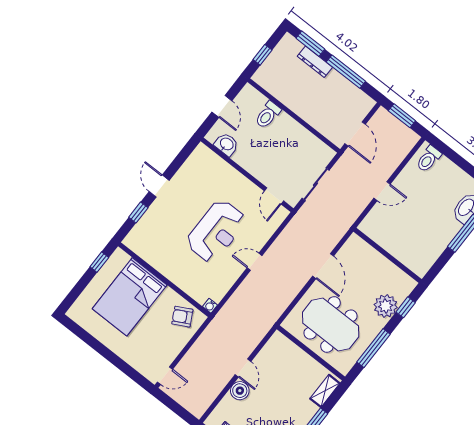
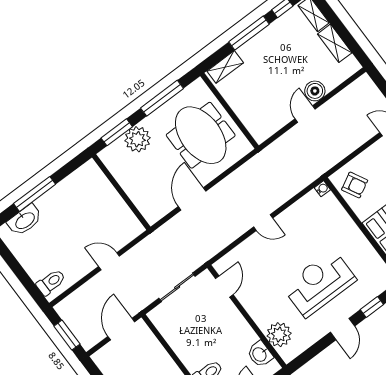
plant: (214, 166) -> (279, 335), added
reception desk: (216, 231) -> (319, 283), moved
window: (406, 307) -> (117, 132), width x1.50

